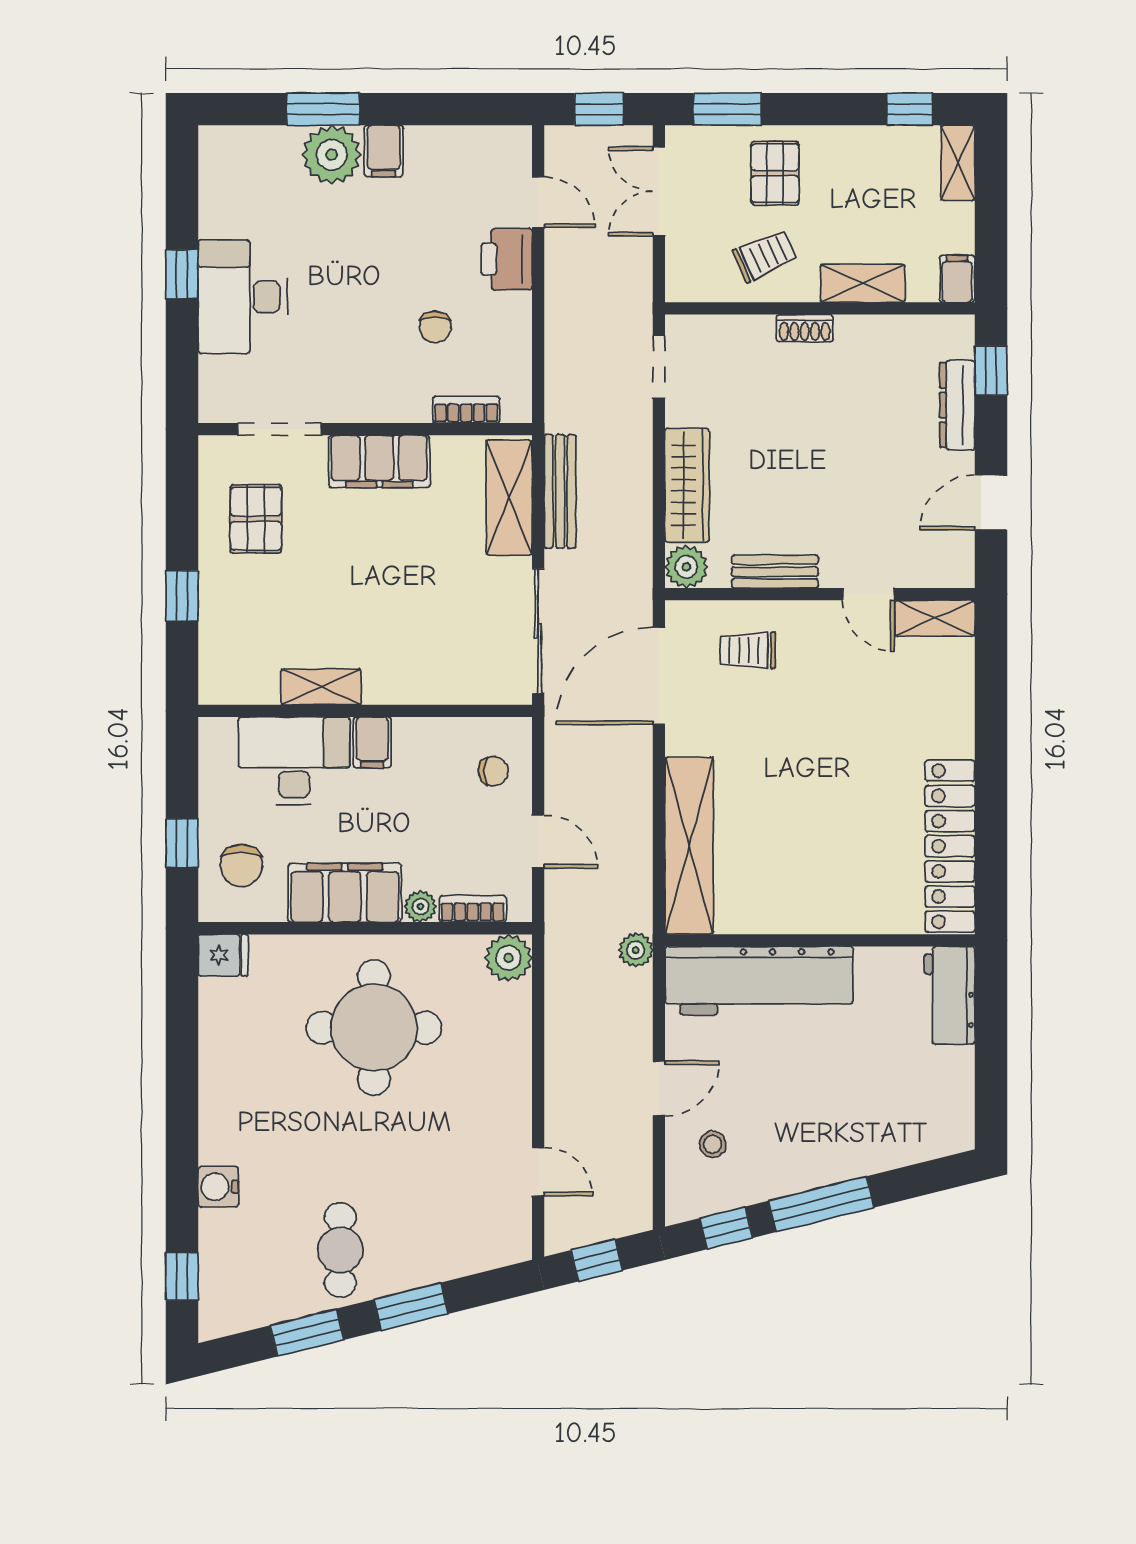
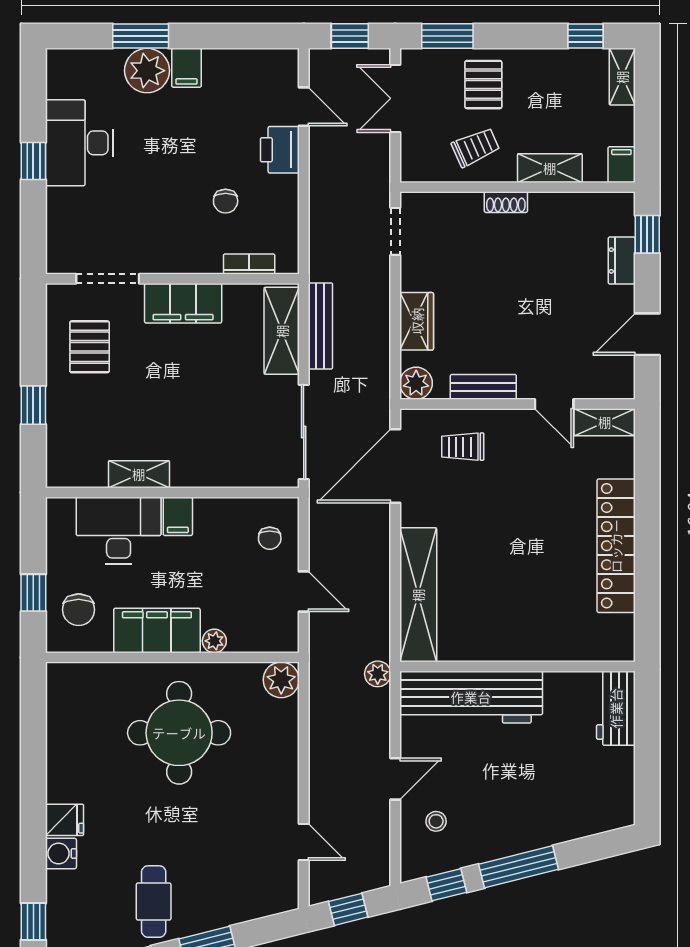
desk: (243, 297) -> (80, 143), moved
dresser: (957, 405) -> (622, 260), width x0.70
wardrobe: (687, 485) -> (417, 321), width x0.67
chair: (493, 771) -> (270, 538), turned 90
locker: (950, 846) -> (616, 546), moved
bookcase: (473, 909) -> (254, 643), removed
fridge: (223, 955) -> (65, 820), moved

